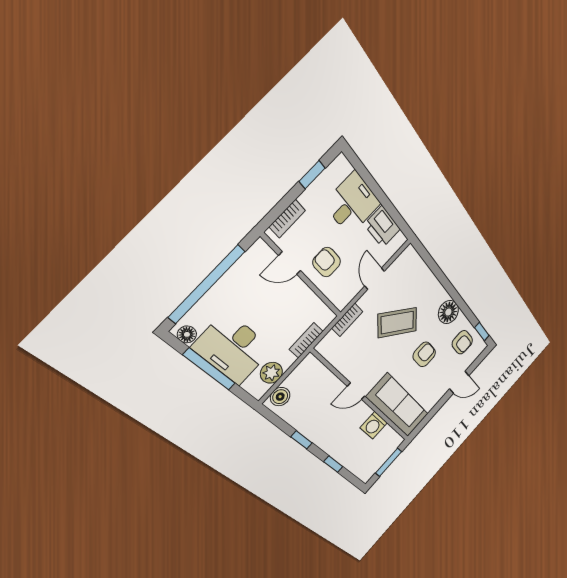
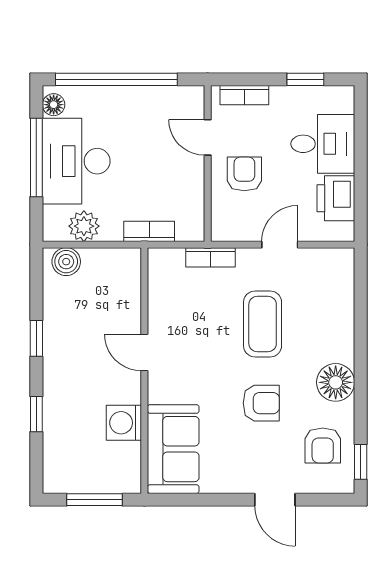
coffee table: (397, 323) -> (263, 324), turned 50
sofa: (398, 406) -> (173, 449), width x0.73

